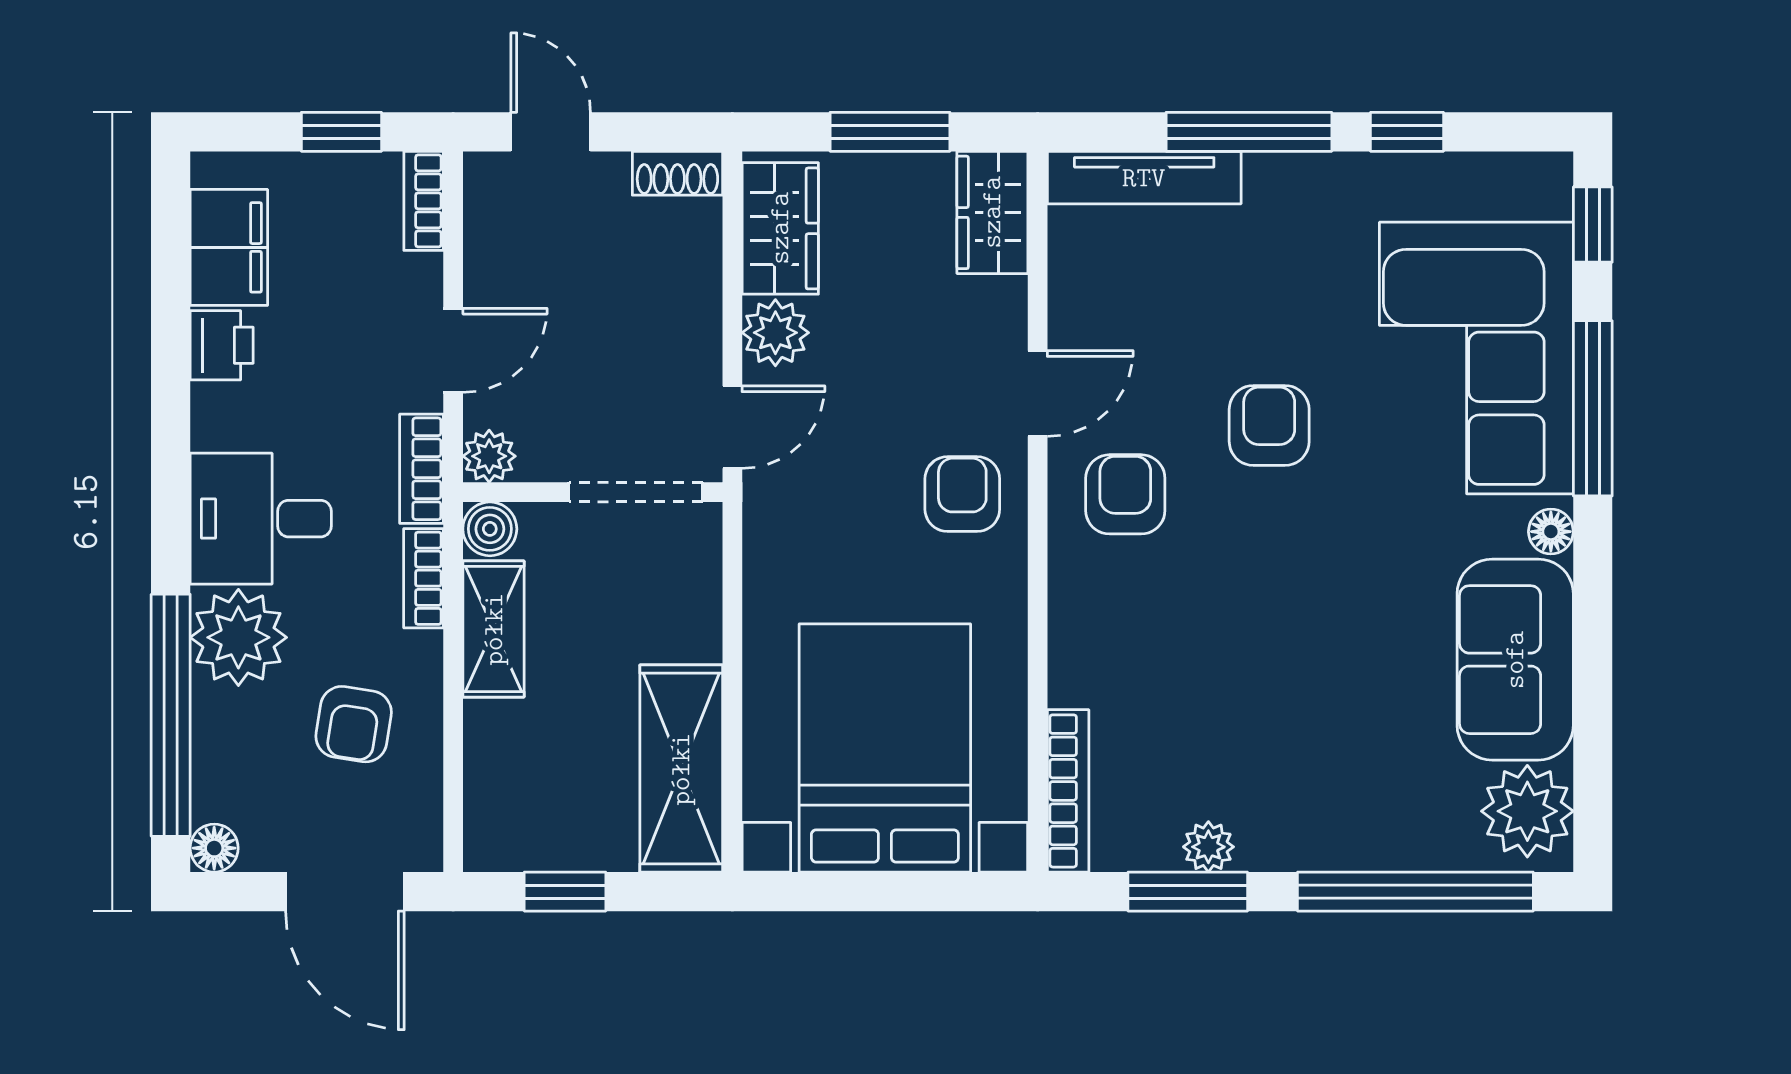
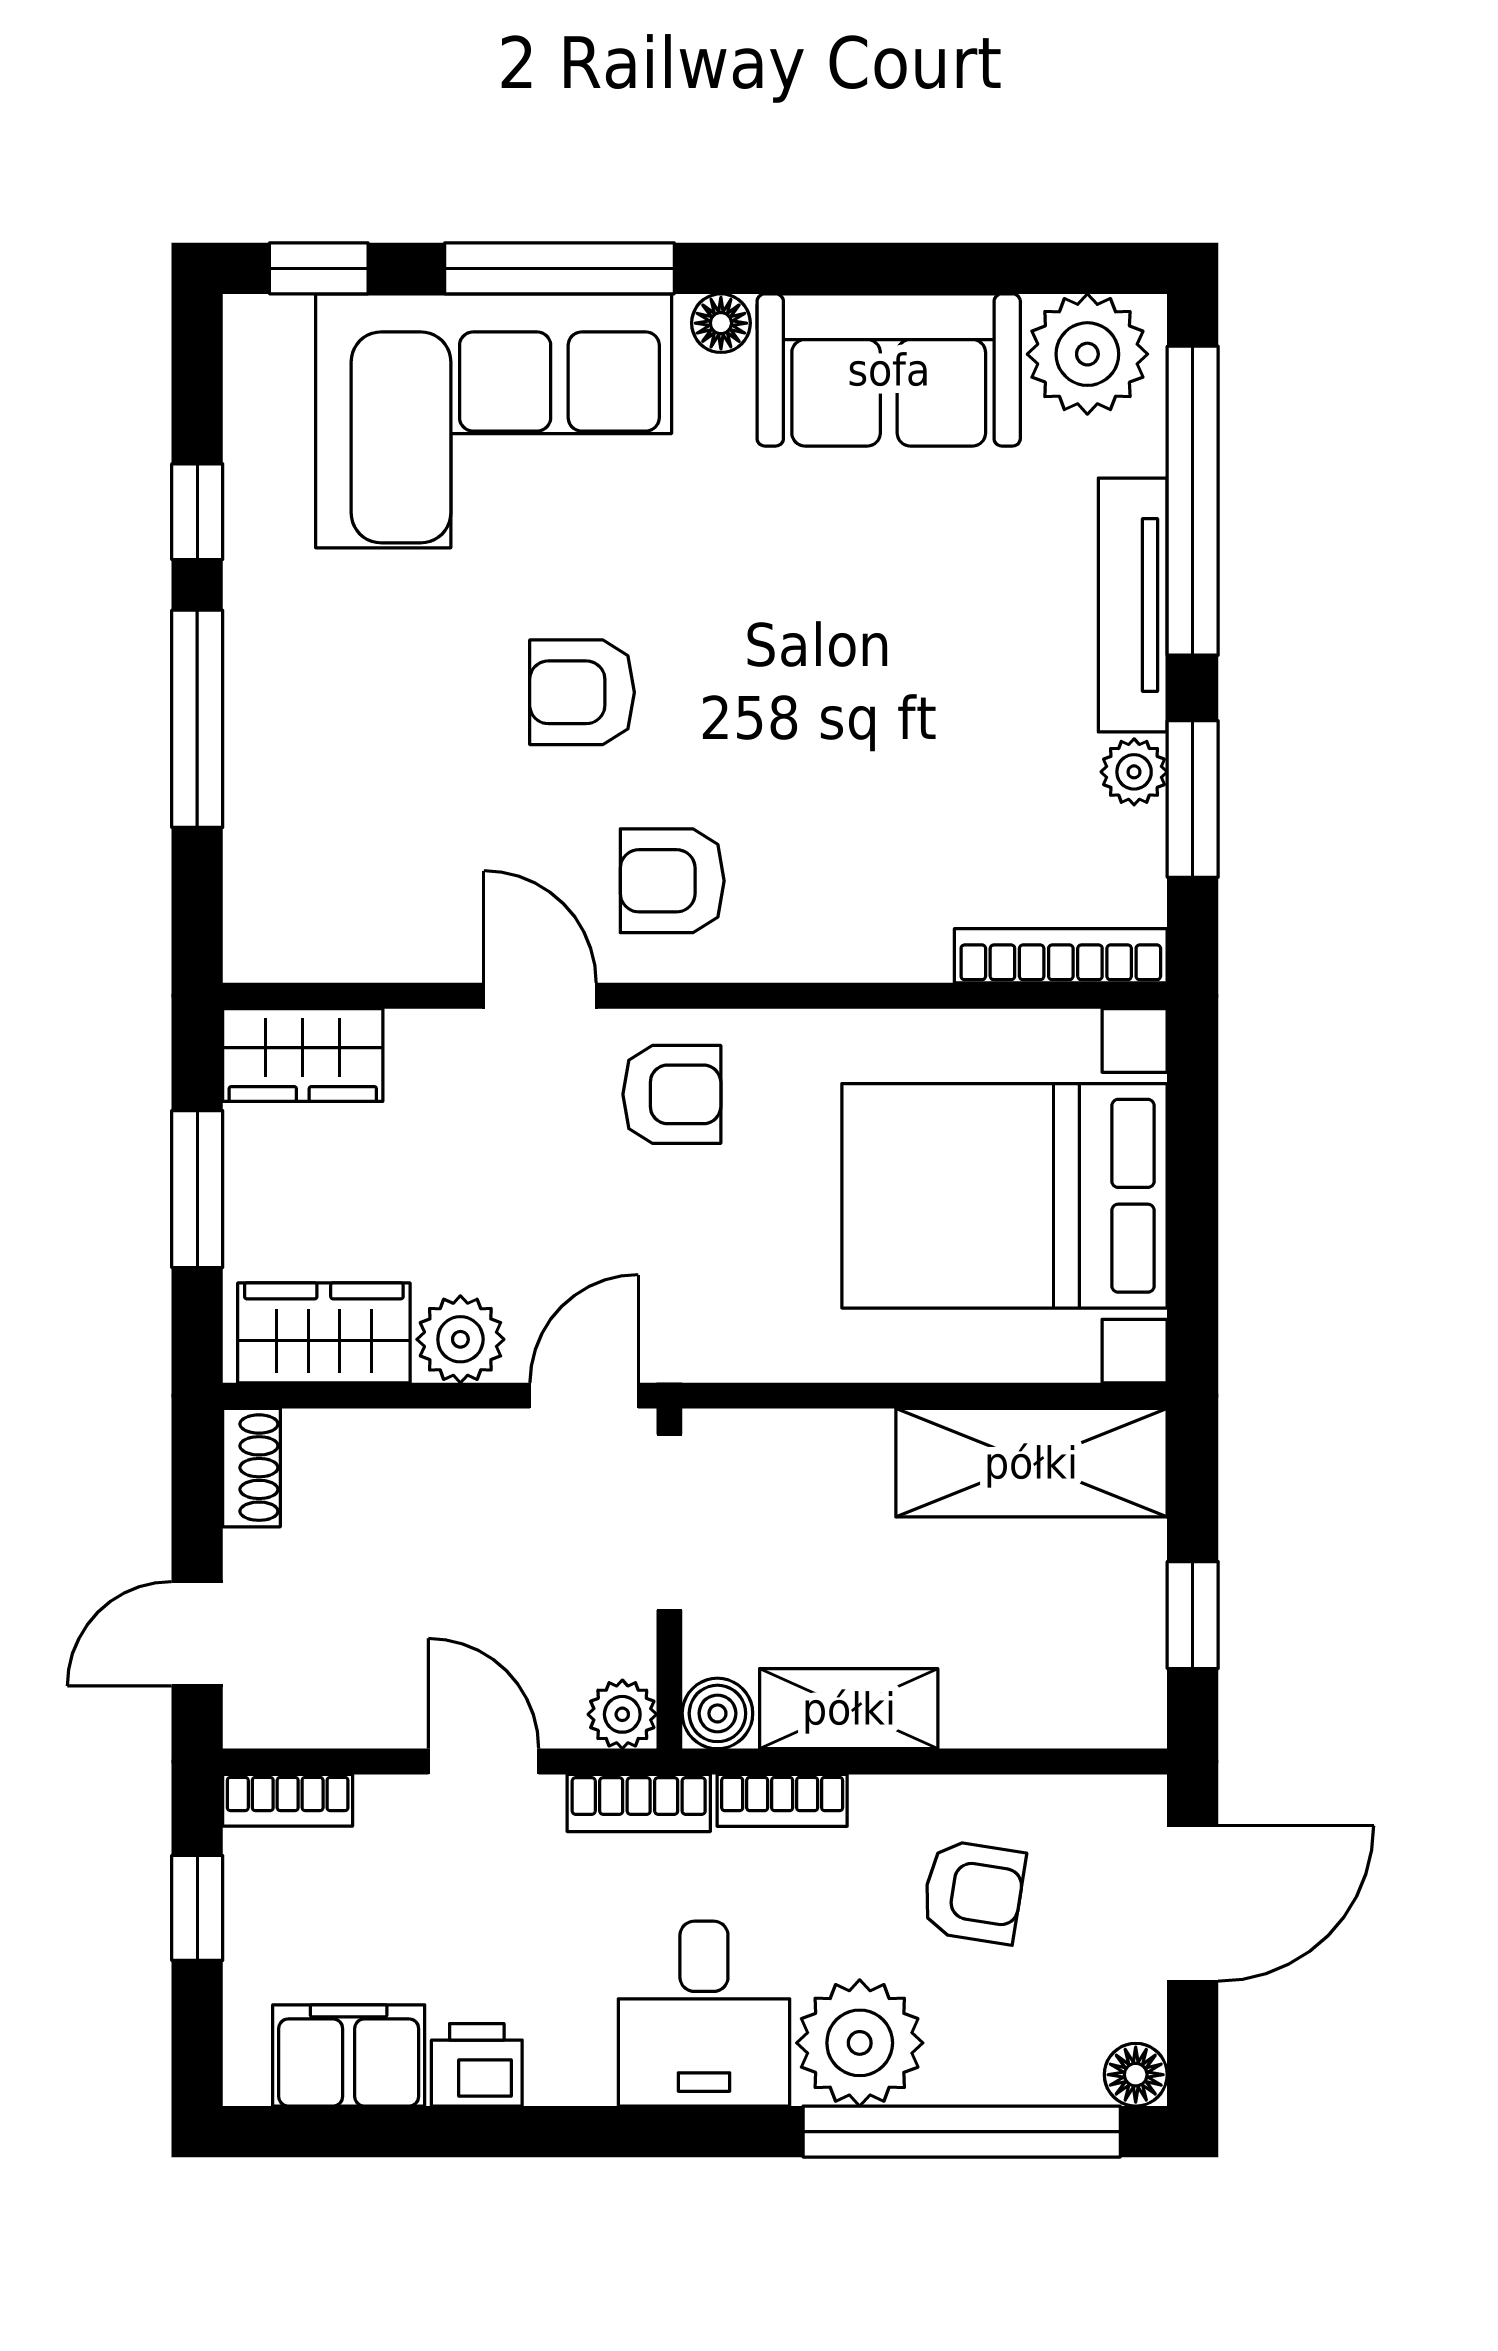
tv unit: (1144, 178) -> (1133, 605), moved, turned 180
door: (732, 427) -> (584, 1396), hinge flipped
armchair: (962, 494) -> (672, 1094), turned 180

